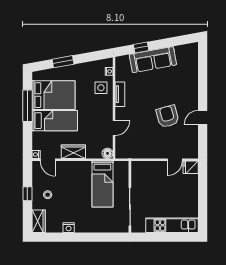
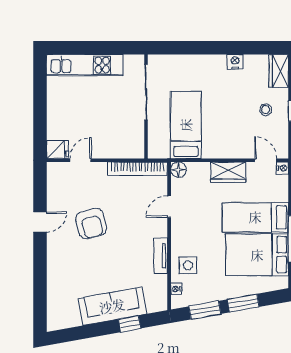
window: (89, 57) -> (205, 310), added
bookcase: (136, 154) -> (137, 169), added

